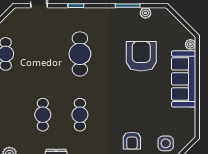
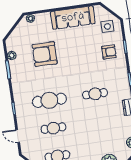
sofa: (184, 79) -> (73, 18), moved
cafe table: (43, 115) -> (53, 128), moved

